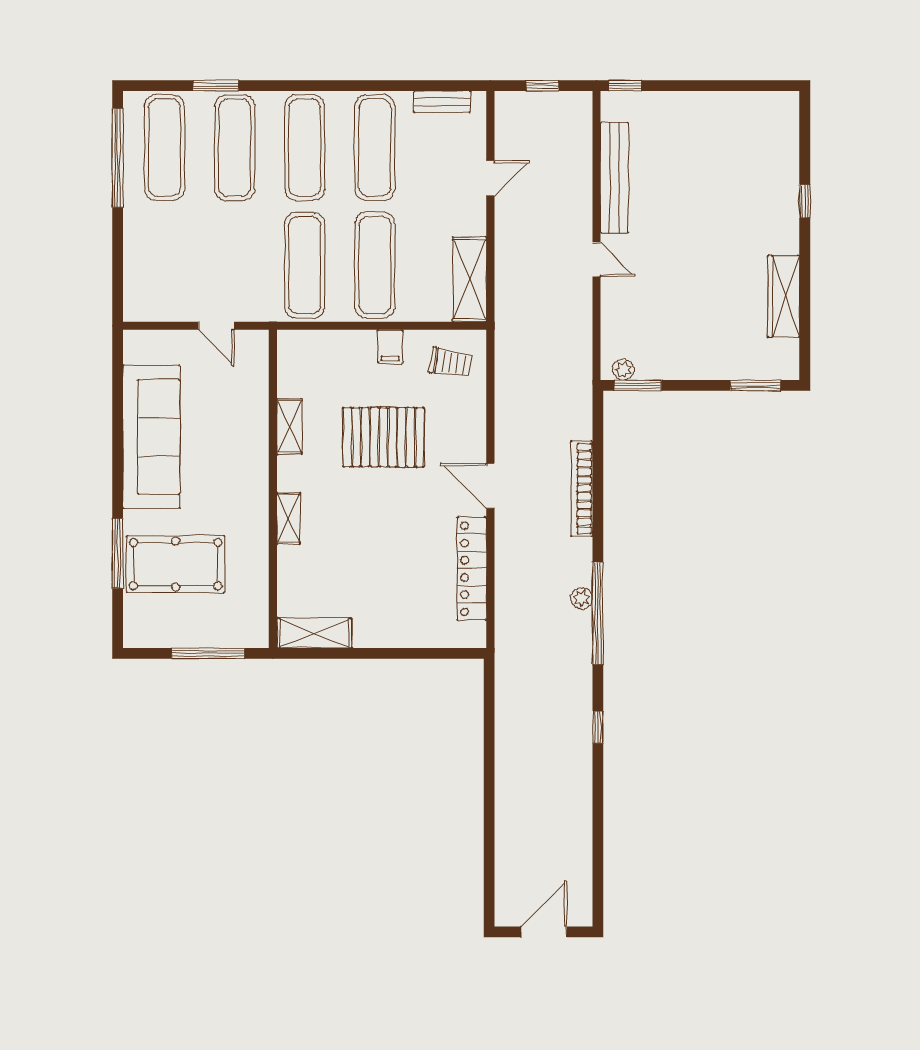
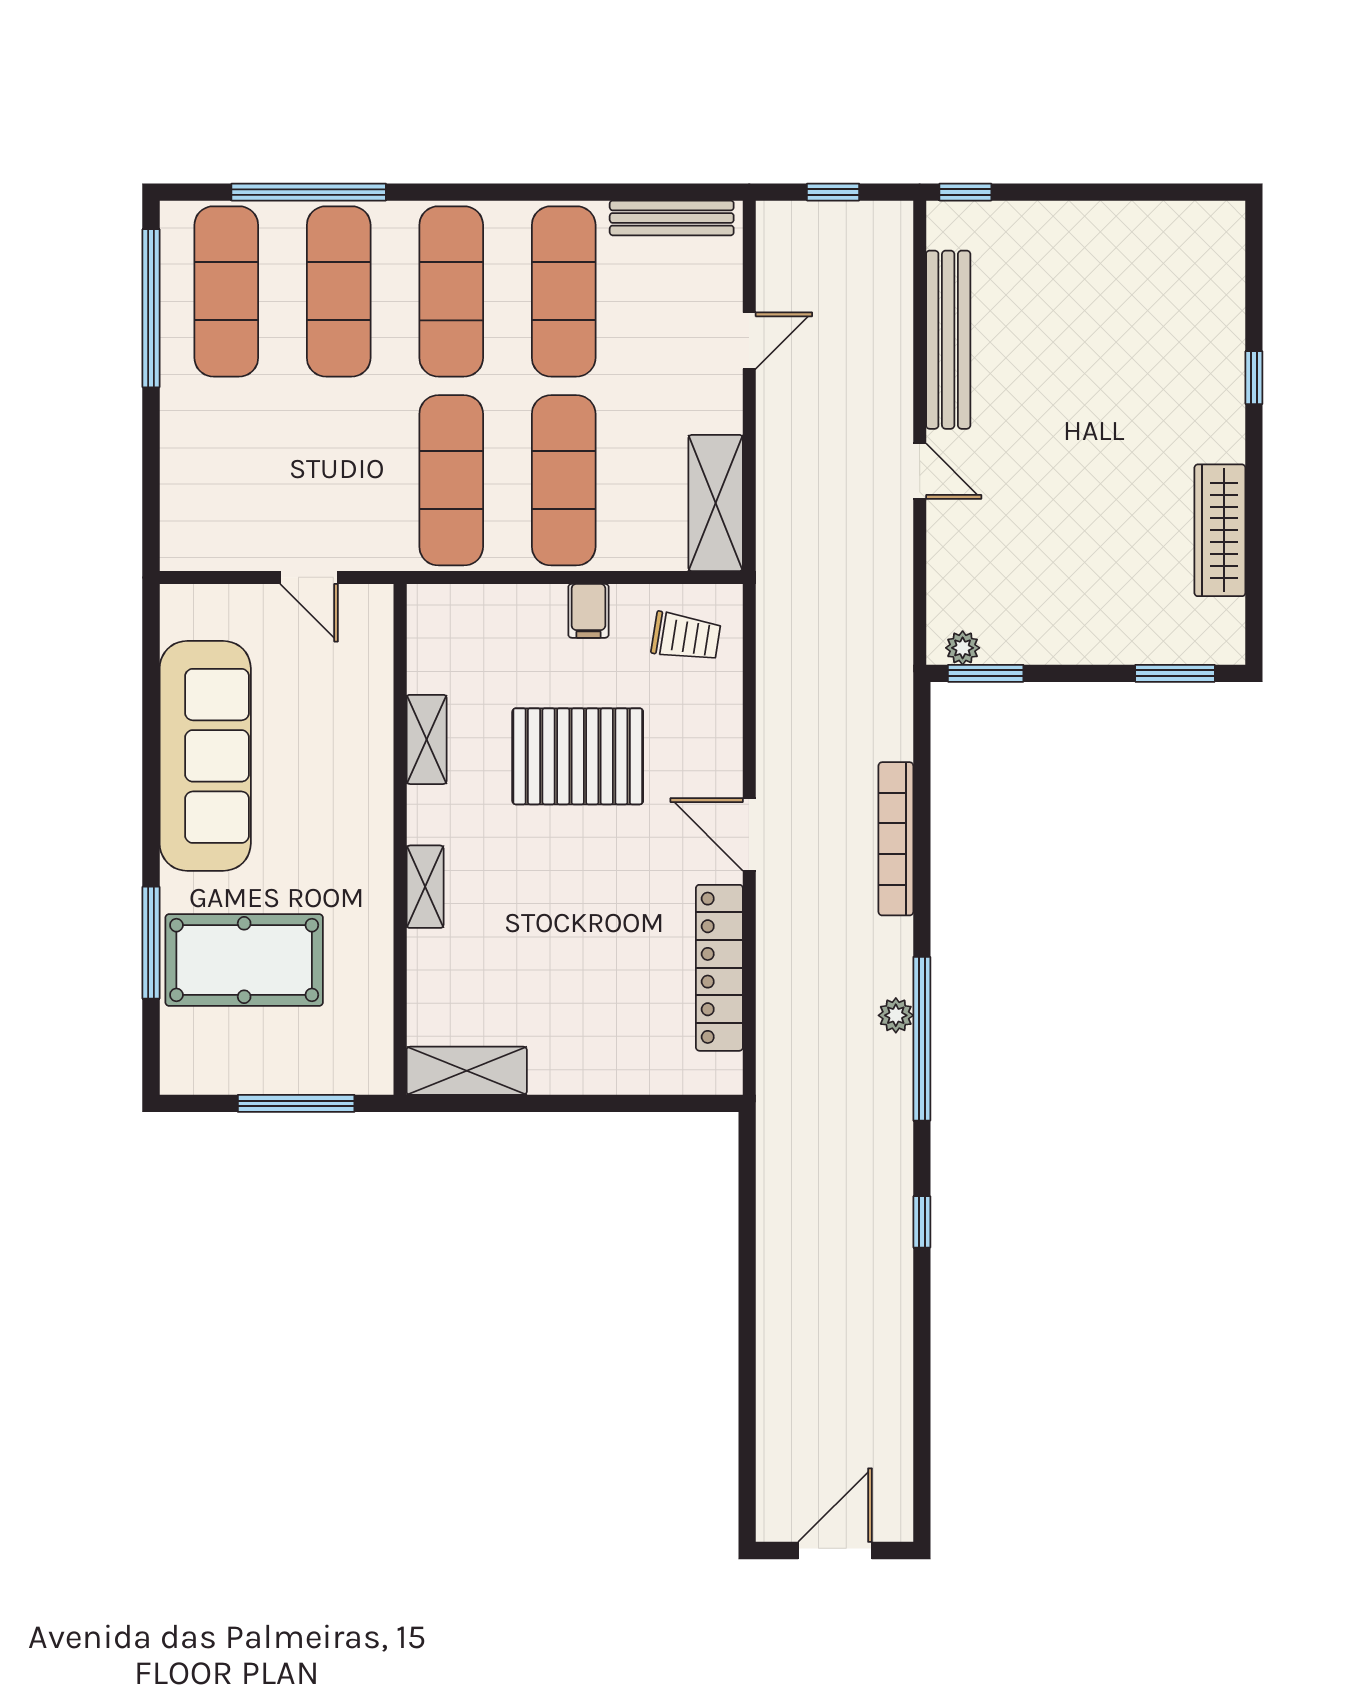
window: (216, 86) -> (309, 192), width x2.11
bench: (442, 102) -> (672, 218), width x1.36

